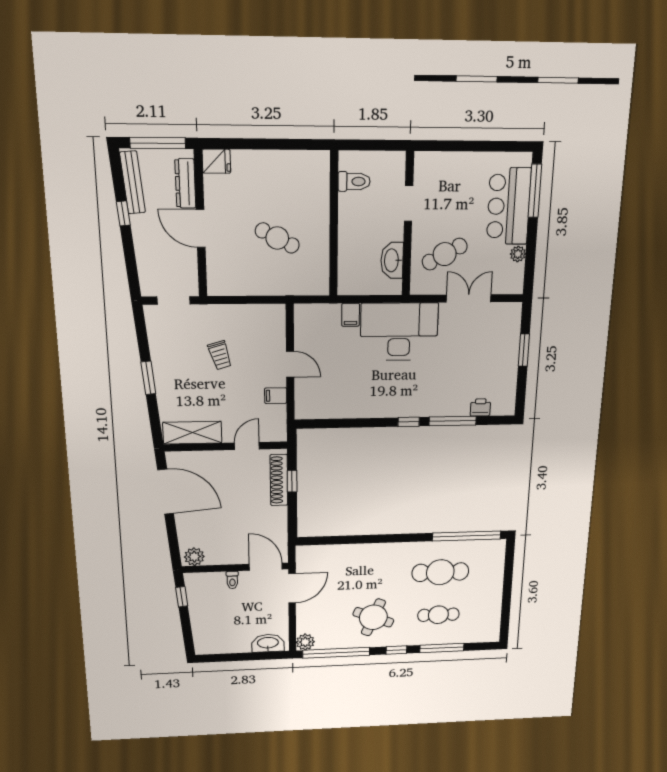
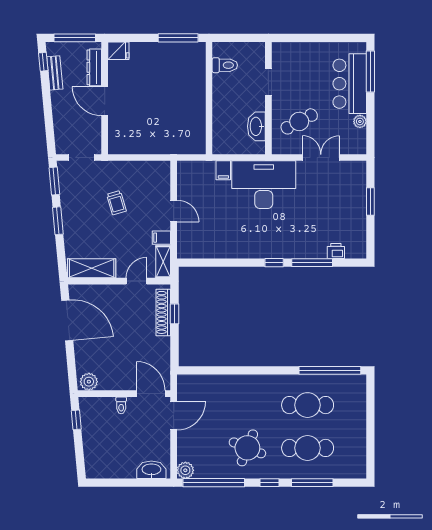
window: (294, 144) -> (178, 38), added
bench: (133, 182) -> (55, 73), width x0.73
window: (123, 213) -> (43, 62), moved
cafe table: (277, 238) -> (164, 109), removed
window: (141, 330) -> (54, 181), added
shelving: (278, 423) -> (163, 262), added
cafe table: (438, 615) -> (308, 448), width x1.37, depth x1.35

